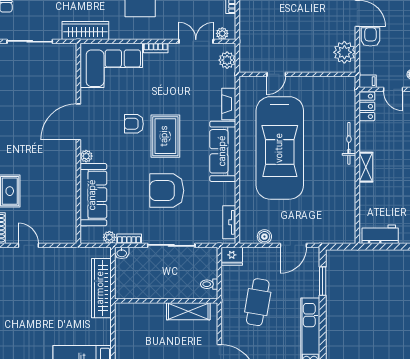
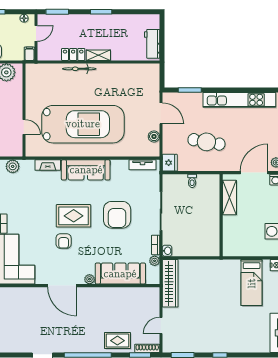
locker: (367, 106) -> (73, 54), moved
wardrobe: (101, 288) -> (170, 283), moved, turned -90
wall: (166, 301) -> (221, 215), moved
shelving: (188, 311) -> (229, 198), moved

